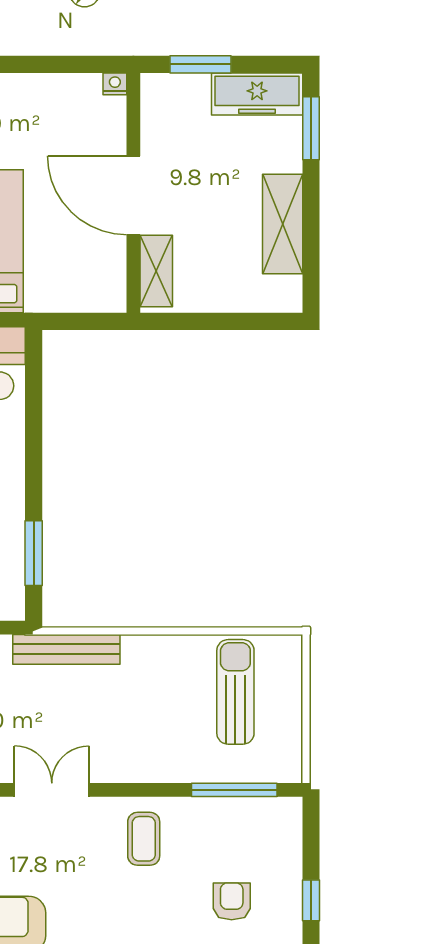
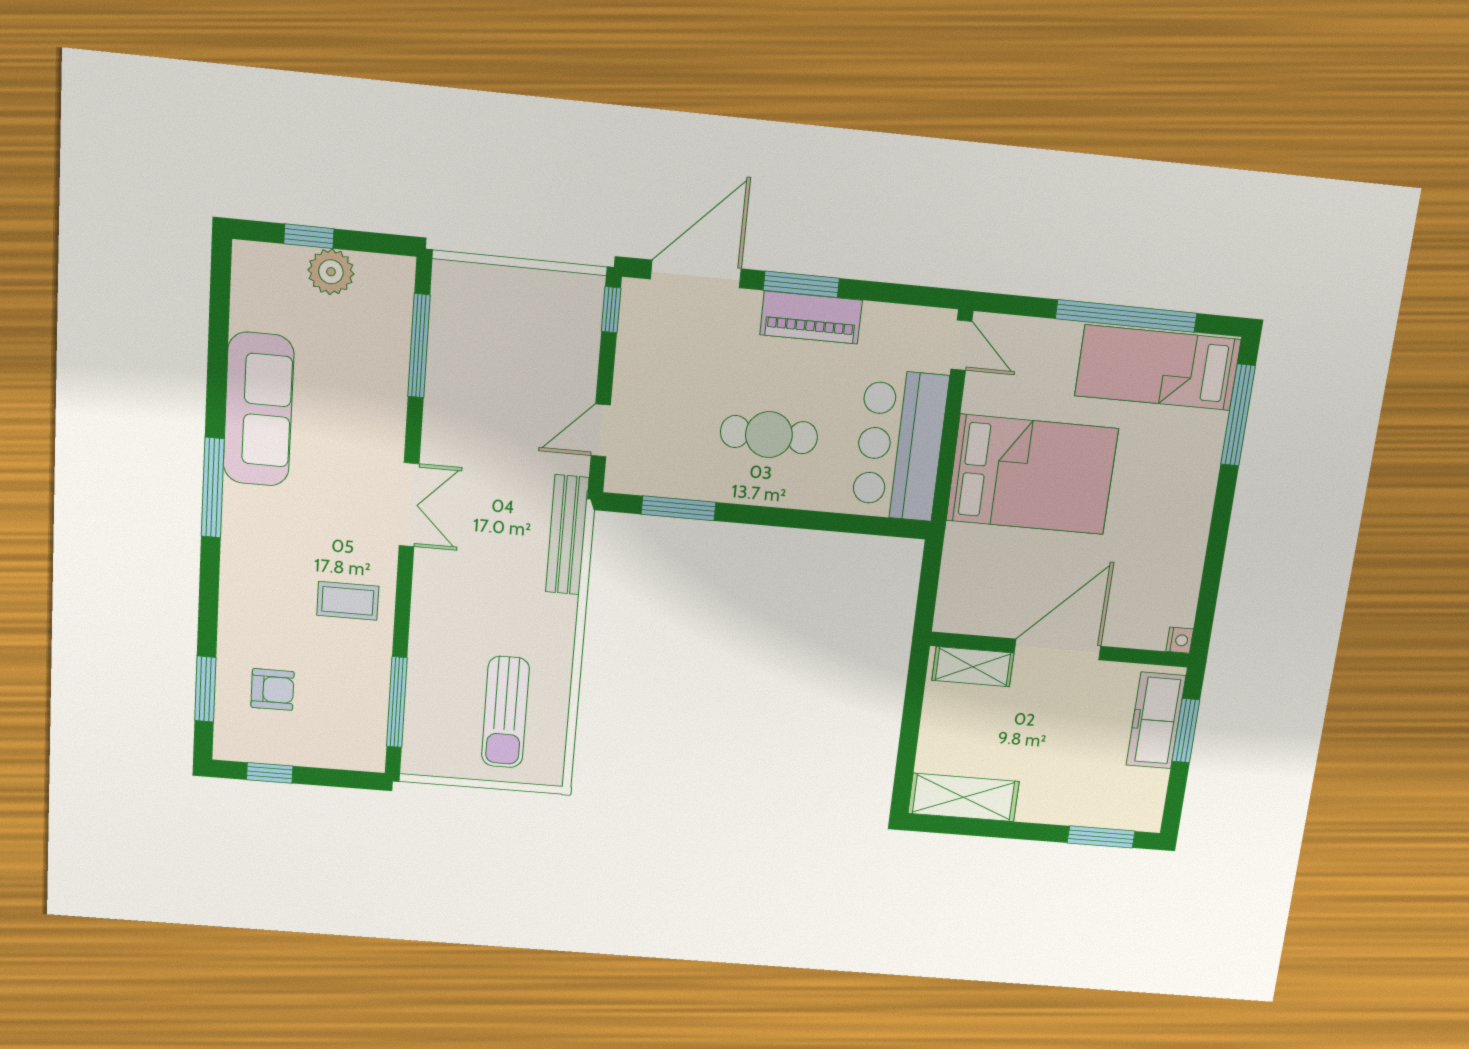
freezer: (257, 94) -> (1156, 720), moved
shelving: (283, 224) -> (964, 797), moved
sun lounger: (235, 692) -> (505, 712), turned 90

